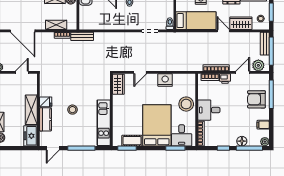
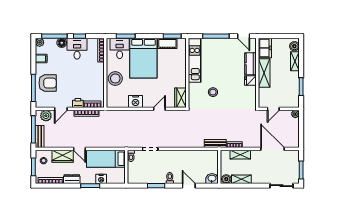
stool: (72, 110) -> (213, 92), moved
desk: (209, 110) -> (77, 49), moved, turned -90
door: (53, 148) -> (244, 36), swing flipped

